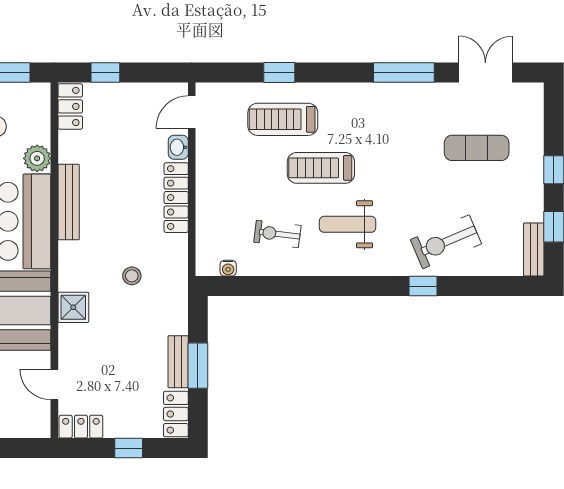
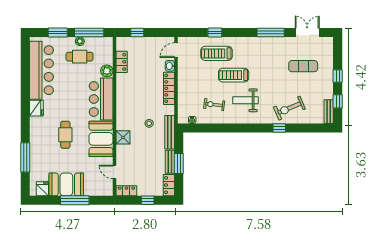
locker: (70, 106) -> (122, 62), moved
bench: (69, 202) -> (170, 132), moved

